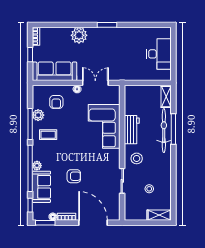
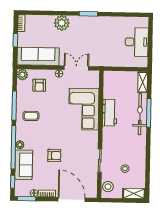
plant: (38, 115) -> (22, 75), moved
stool: (137, 158) -> (108, 187), moved

